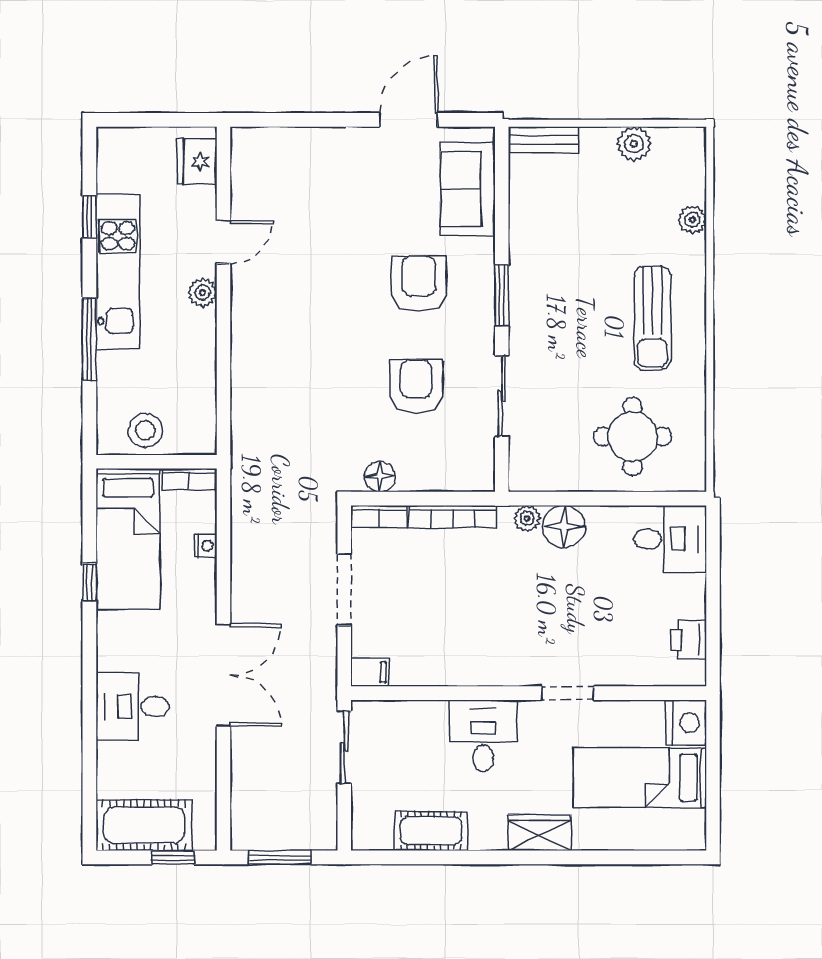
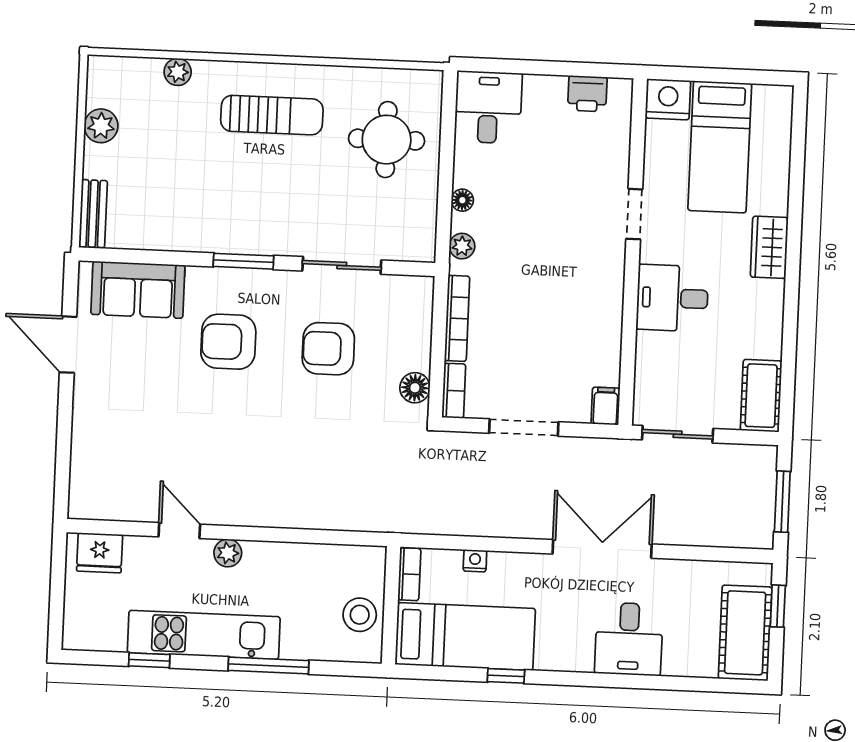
floor lamp: (564, 527) -> (462, 200), width x0.53, depth x0.53
cot: (431, 831) -> (761, 396), moved

